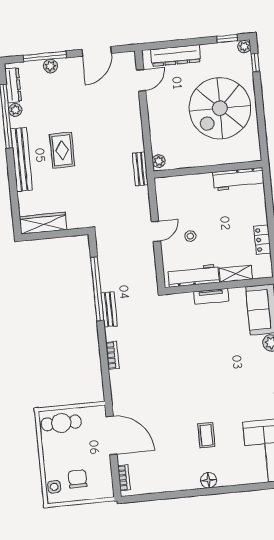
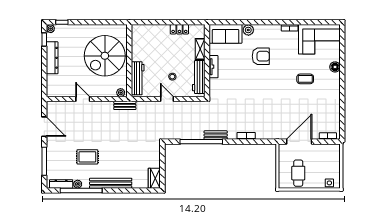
dresser: (176, 56) -> (52, 58), moved
plant: (50, 66) -> (51, 158), removed
door: (141, 80) -> (83, 99), moved
spiral stairs: (220, 108) -> (105, 56), moved, turned 90
rug: (62, 150) -> (87, 157), moved
workbench: (238, 179) -> (138, 78), moved
wardrobe: (43, 223) -> (154, 178), width x0.67
armchair: (234, 366) -> (261, 56), added
cafe table: (61, 423) -> (298, 173), moved
chair: (78, 479) -> (326, 167), removed
floor lamp: (209, 480) -> (335, 67), moved

